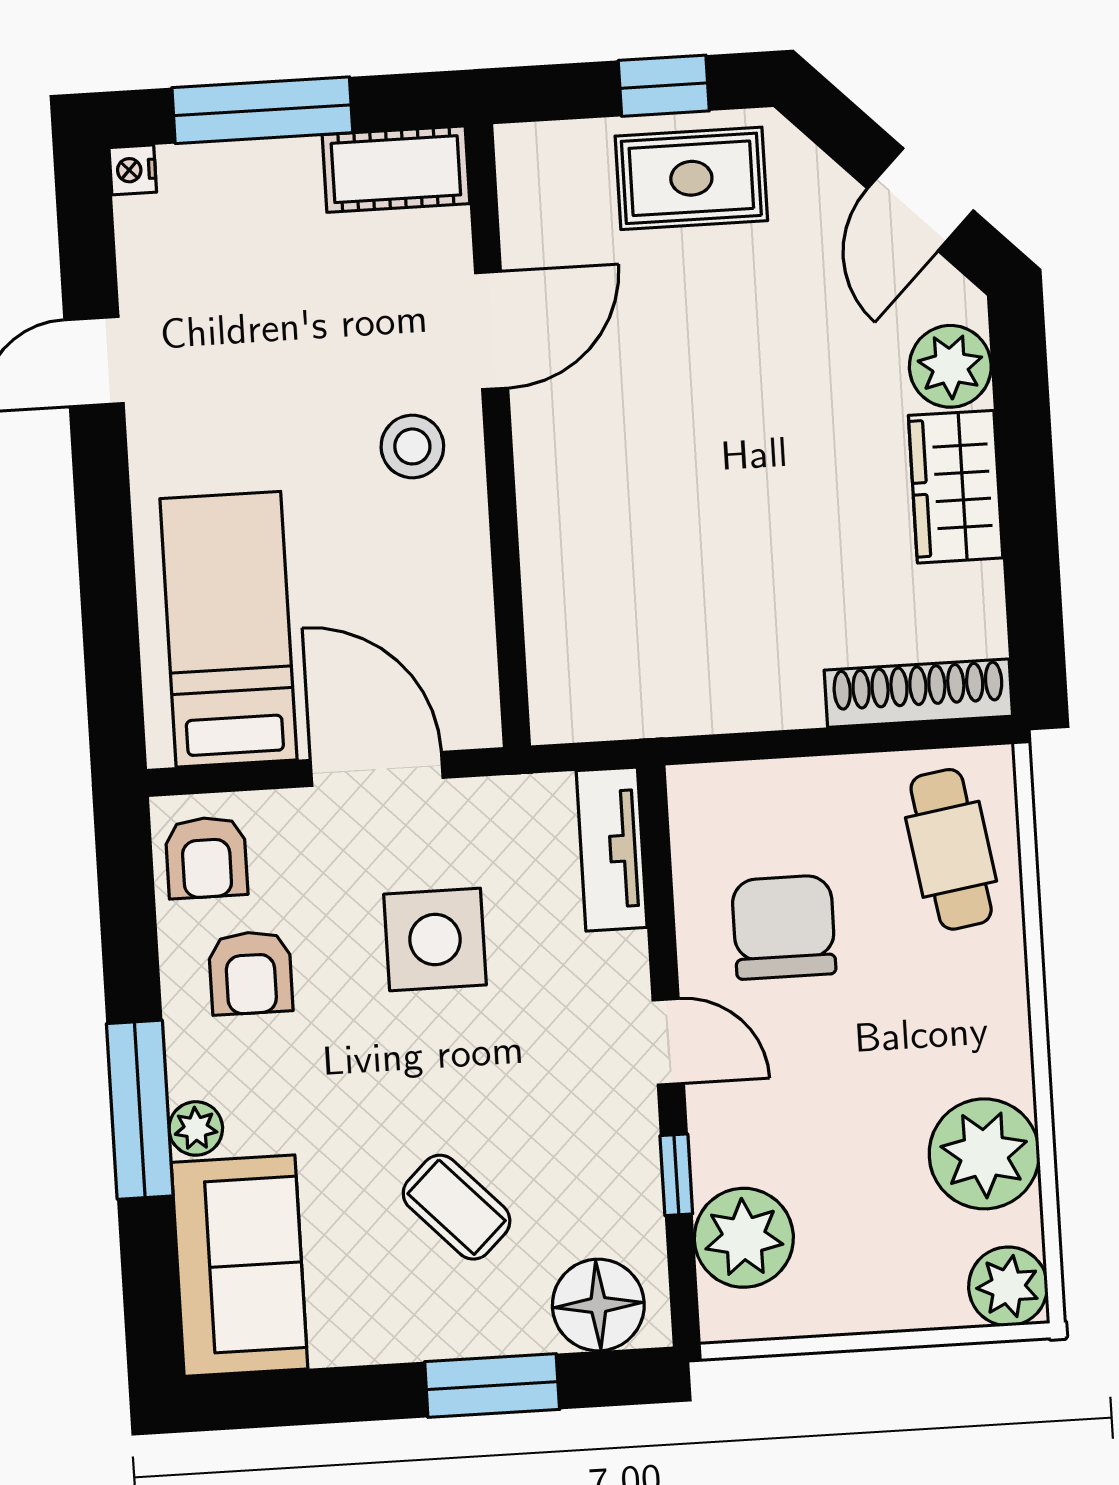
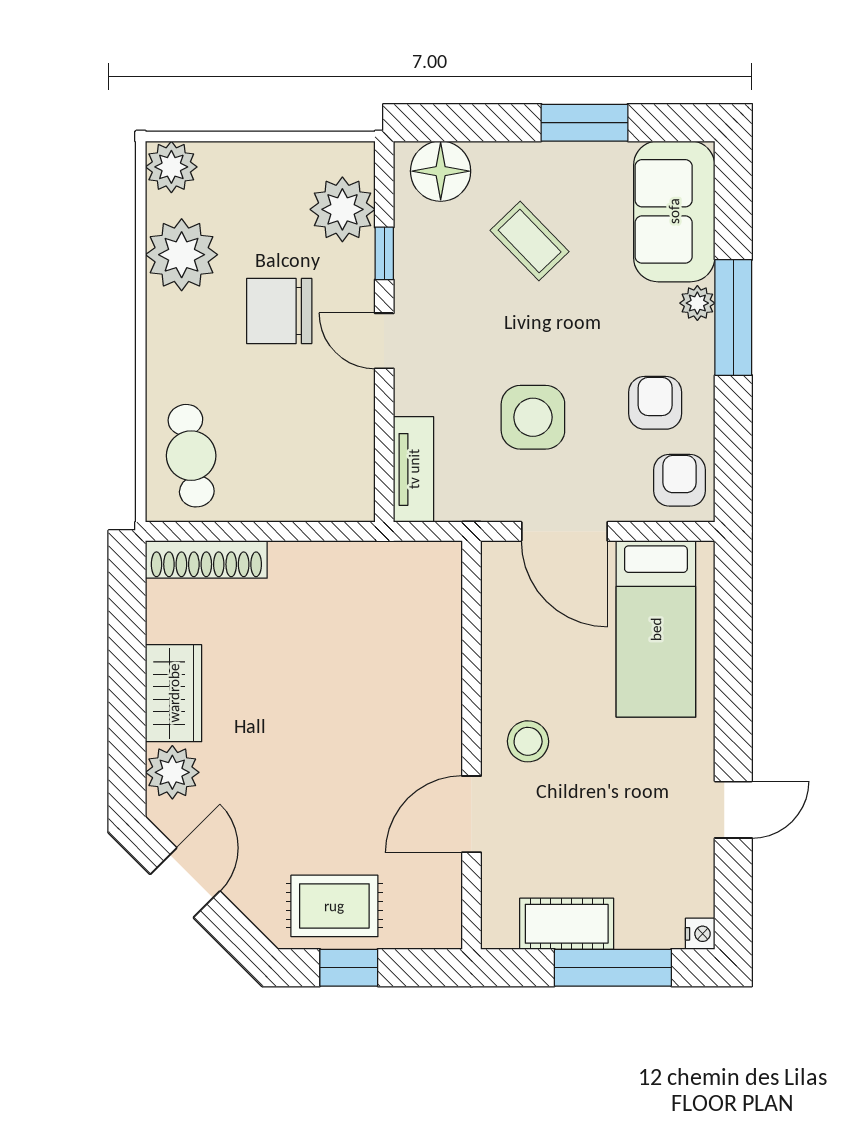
cot: (396, 169) -> (567, 924), moved
chair: (784, 927) -> (279, 311), moved, turned 90
window: (492, 1386) -> (584, 123), moved

